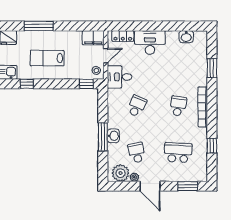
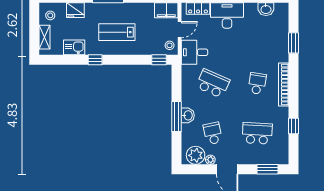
school desk: (137, 106) -> (213, 83), width x1.85

